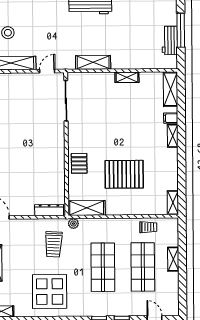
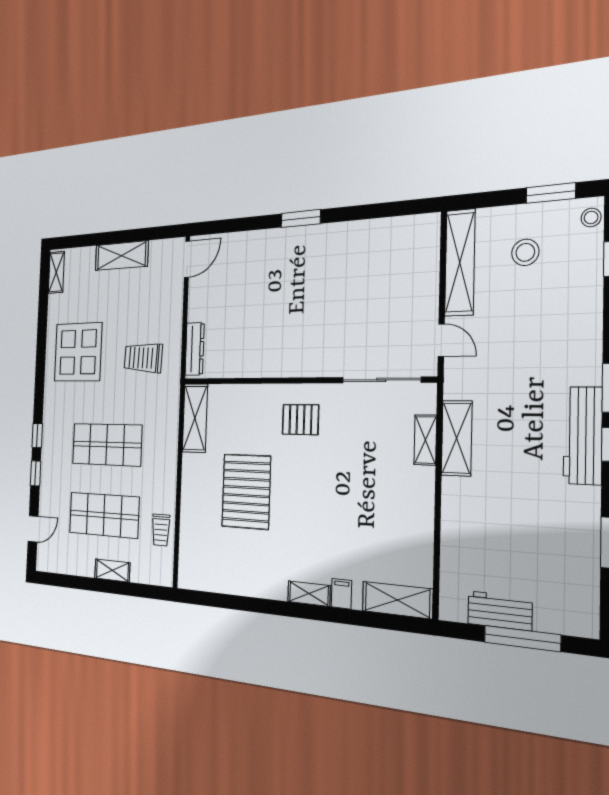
shelving: (127, 77) -> (425, 440), moved
pallet: (79, 163) -> (300, 420), moved
shelving: (173, 203) -> (197, 580), removed
plant: (73, 224) -> (172, 394), removed

